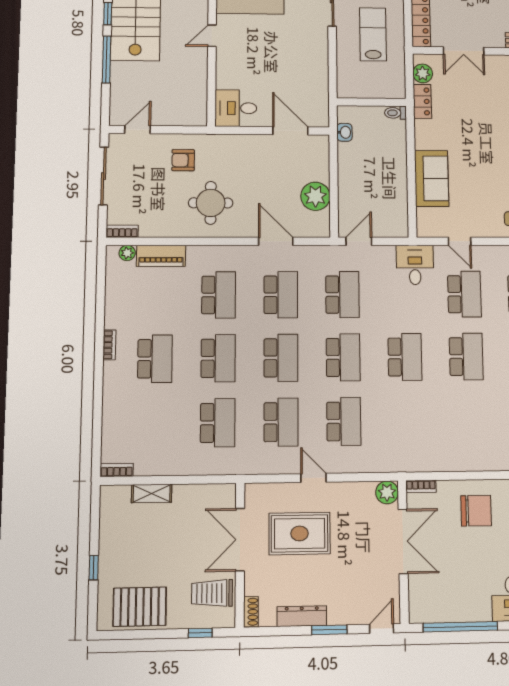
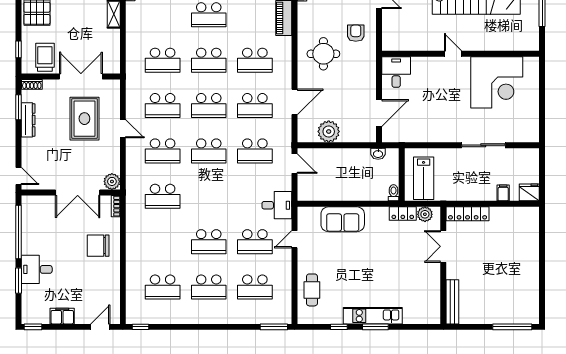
lab bench: (373, 34) -> (424, 178), moved, turned 90
school desk: (405, 357) -> (163, 196), moved
door: (314, 478) -> (123, 129), hinge flipped
chair: (476, 511) -> (98, 246), turned 90
window: (329, 630) -> (18, 107), moved

